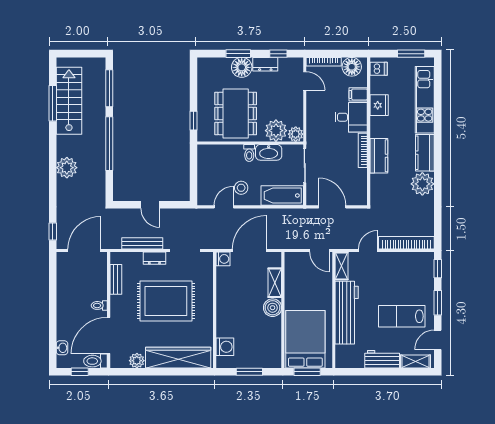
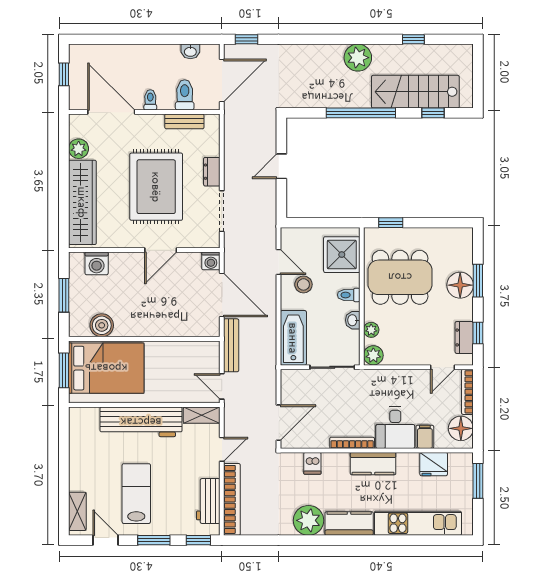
window: (411, 54) -> (478, 481), moved
dresser: (265, 64) -> (464, 337), moved
dishwasher: (379, 69) -> (312, 463), moved
window: (109, 88) -> (433, 113), width x0.46
stairs: (69, 101) -> (415, 92), moved, turned 180
window: (53, 103) -> (413, 39), width x0.46
fridge: (379, 105) -> (434, 464), moved
plant: (276, 131) -> (371, 330), width x0.53, depth x0.53
washbasin: (269, 152) -> (353, 320), width x0.52, depth x0.69
kitchen counter: (379, 156) -> (373, 464), moved
shower: (218, 158) -> (342, 255), added
plant: (67, 168) -> (358, 58), moved
door: (332, 207) -> (279, 423), moved
bench: (142, 243) -> (231, 345), moved
door: (84, 251) -> (222, 81), hinge flipped
door: (319, 251) -> (222, 386), hinge flipped
door: (368, 251) -> (222, 449), hinge flipped
shelving: (275, 283) -> (180, 328), removed
door: (215, 298) -> (161, 250), added
boiler: (273, 308) -> (102, 325), moved
washbasin: (62, 348) -> (190, 51), moved
workbench: (382, 359) -> (208, 501), moved, turned 180
toilet: (95, 361) -> (185, 95), moved

